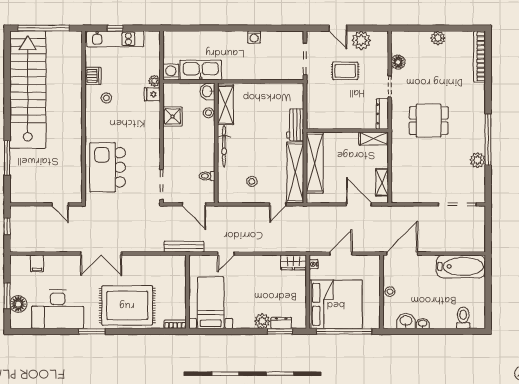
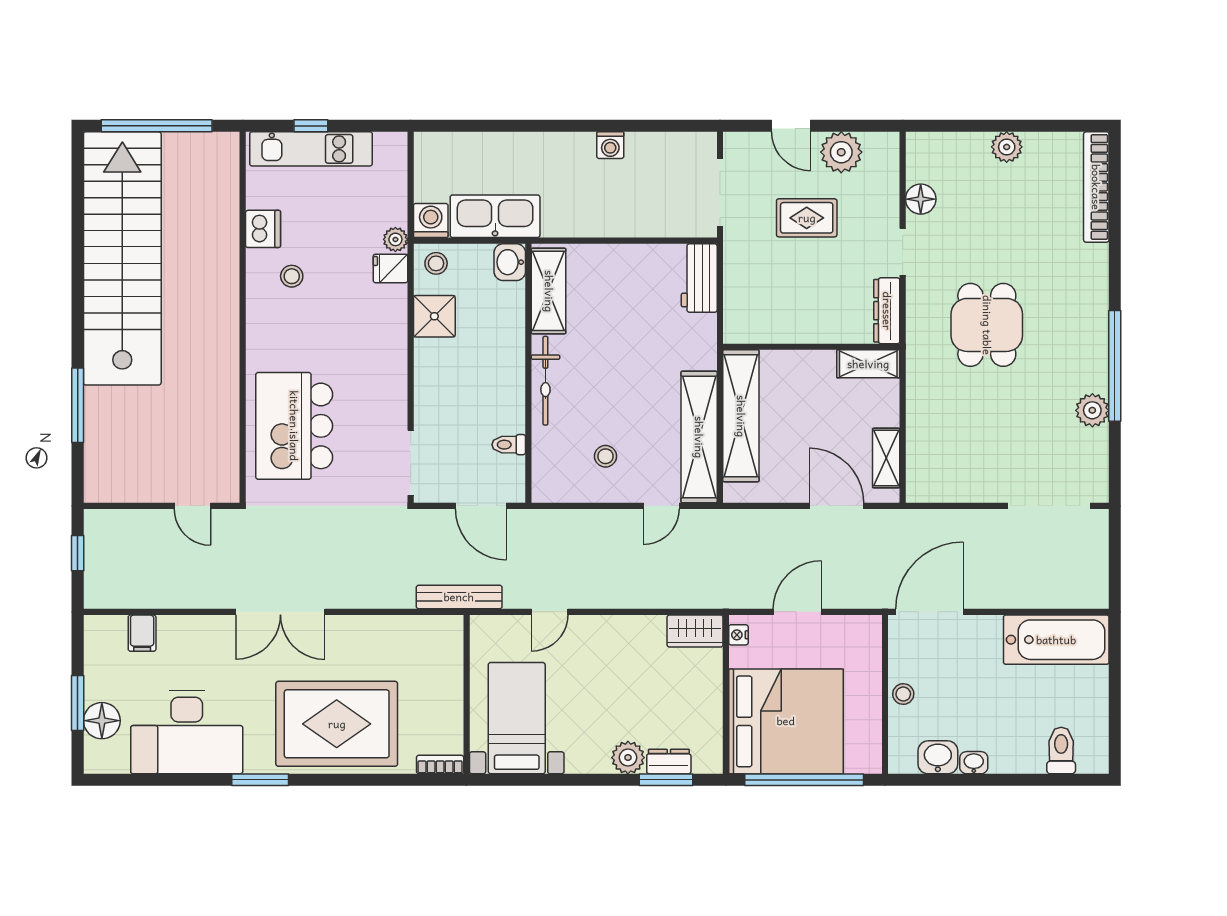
stool: (208, 113) -> (436, 263), moved
dining table: (429, 120) -> (987, 325), turned 90
workbench: (295, 125) -> (699, 278), moved

